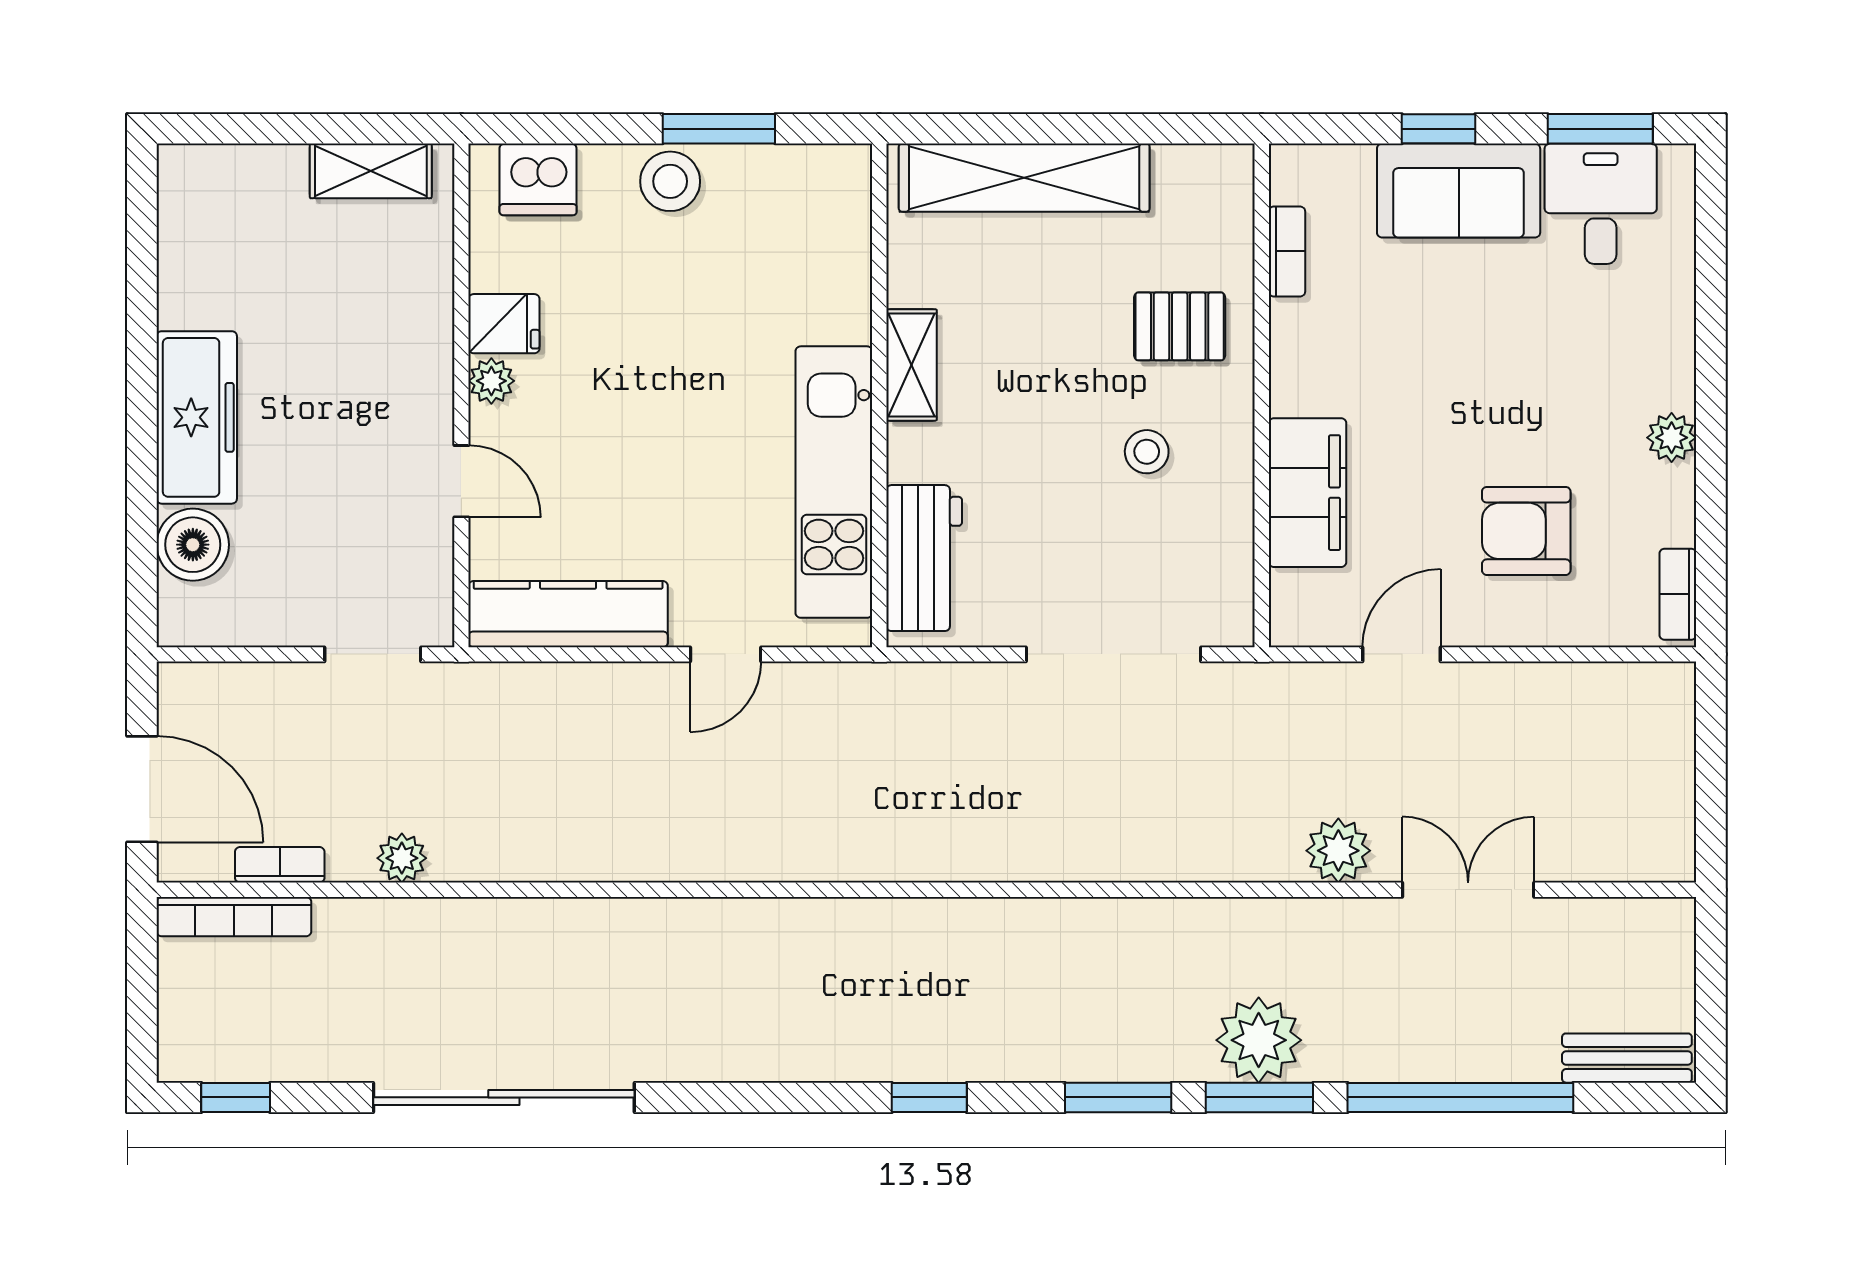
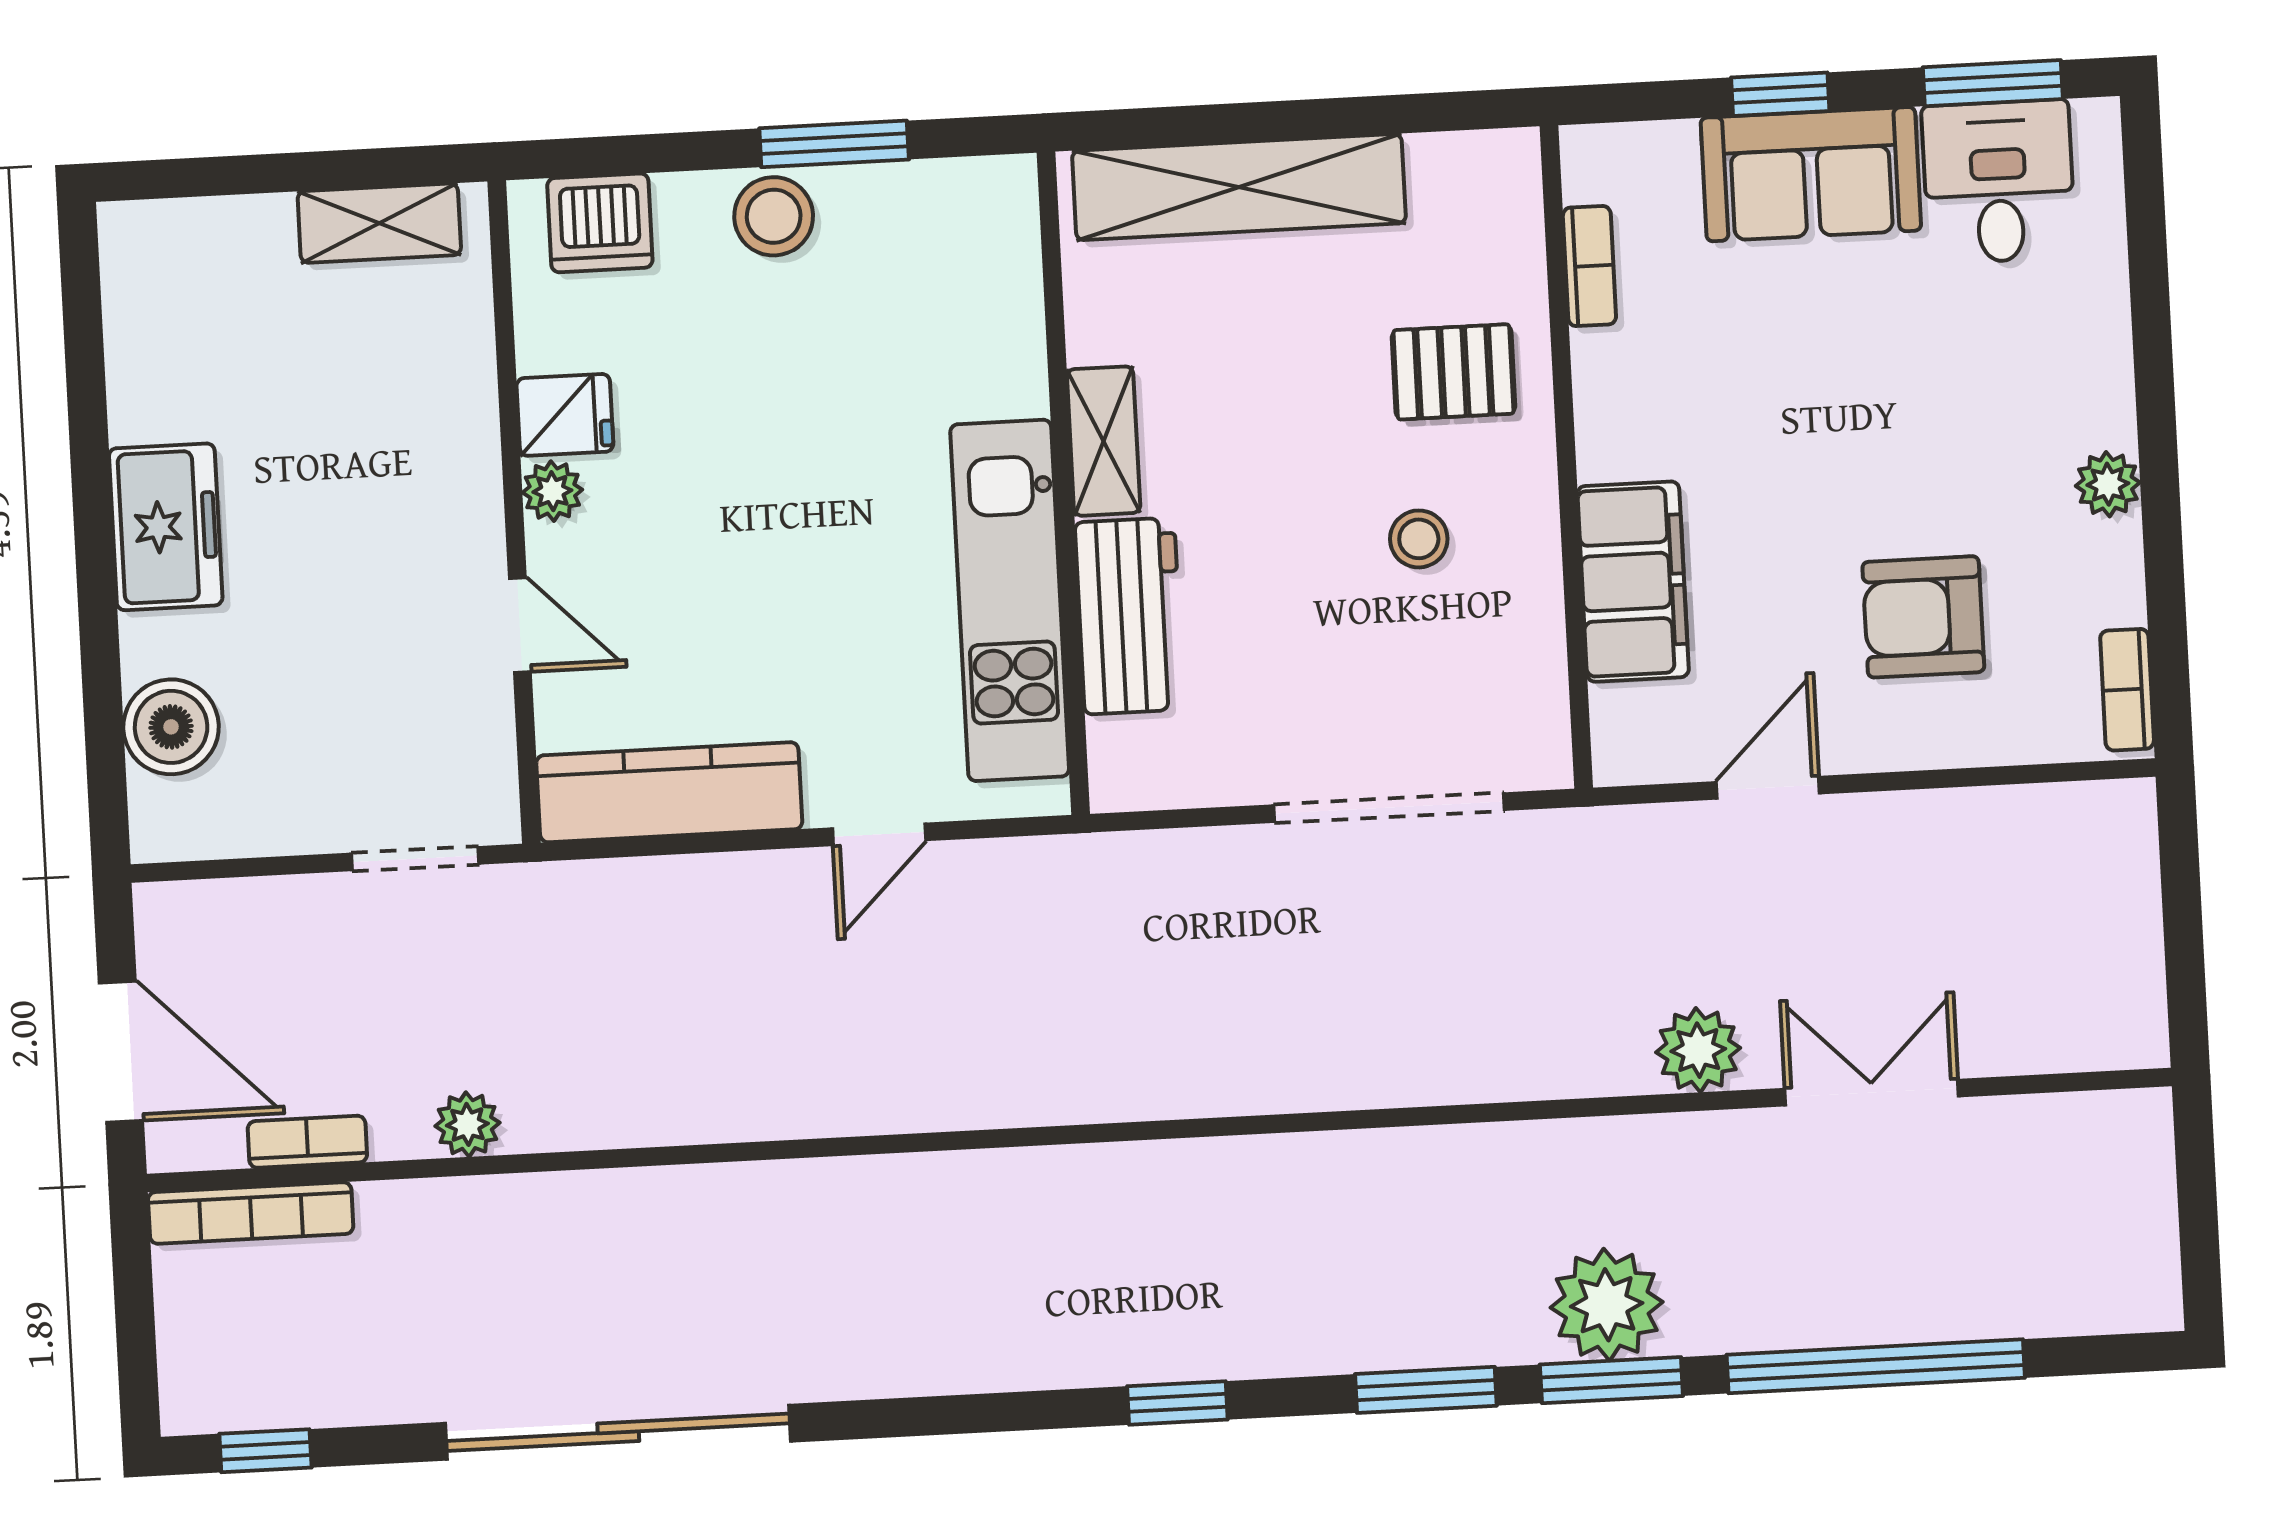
freezer: (197, 417) -> (166, 527), width x0.71
workbench: (924, 558) -> (1129, 616), moved
bench: (1627, 1058) -> (2092, 1303), removed

